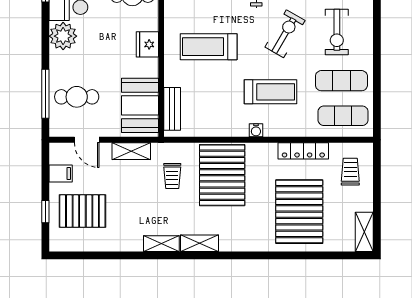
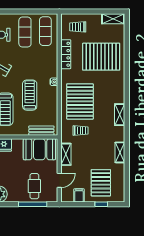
treadmill: (270, 92) -> (30, 95), moved
pallet: (222, 175) -> (80, 101), turned 90
shelving: (161, 244) -> (120, 152), moved

